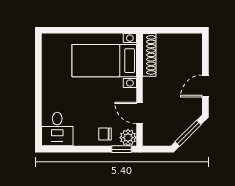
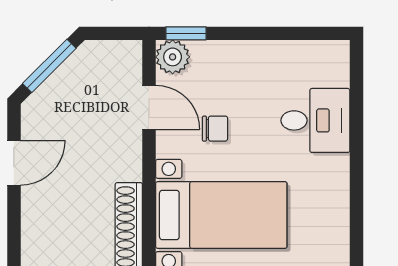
desk: (57, 129) -> (315, 120), moved, turned 90
chair: (105, 134) -> (215, 129), moved

